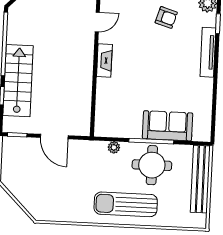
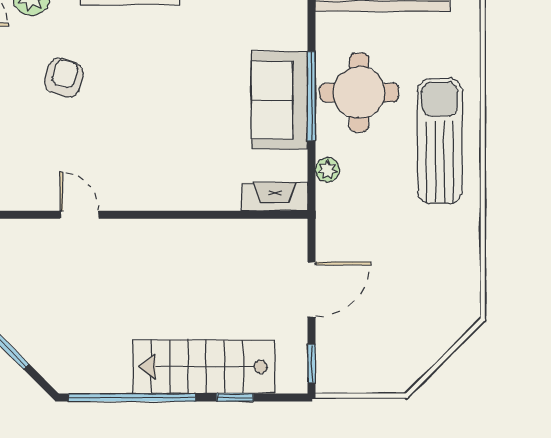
fireplace: (104, 61) -> (275, 197), moved
sofa: (168, 126) -> (279, 100), moved
sun lounger: (126, 204) -> (440, 141), turned 180

